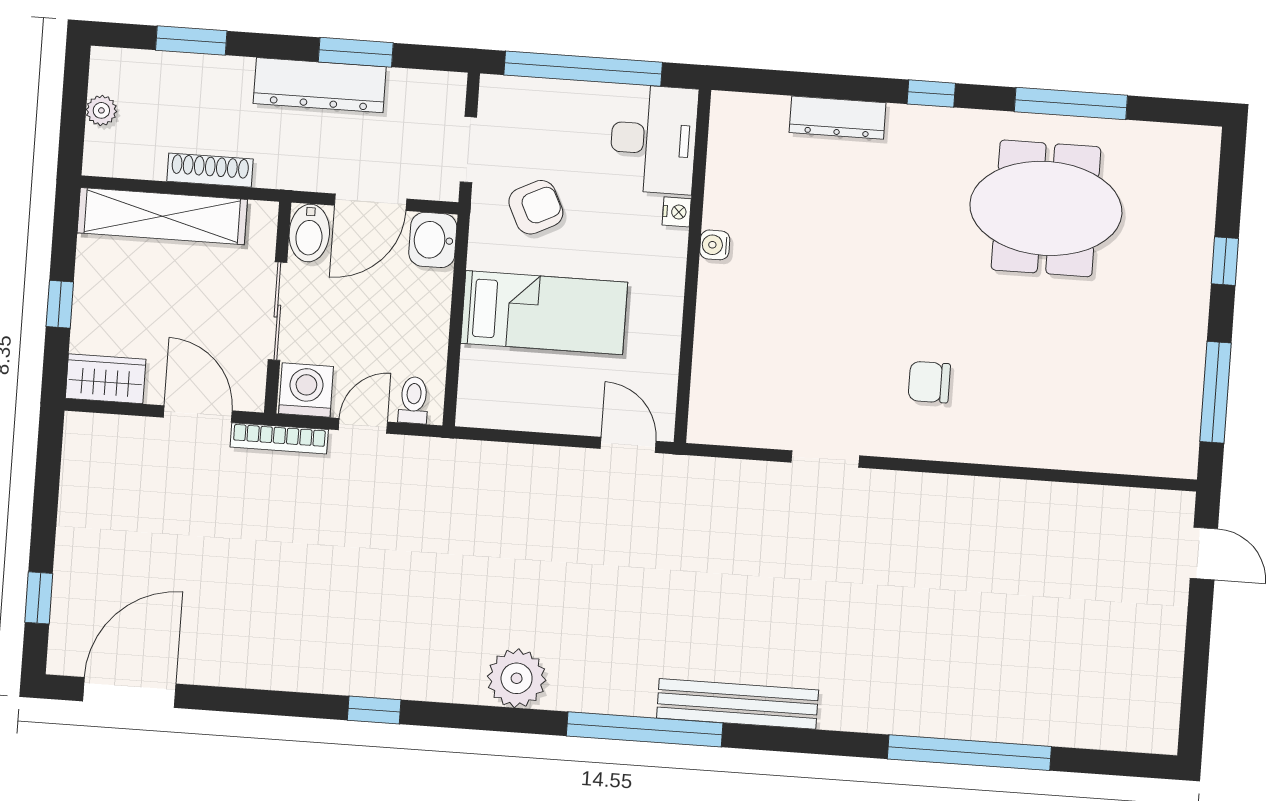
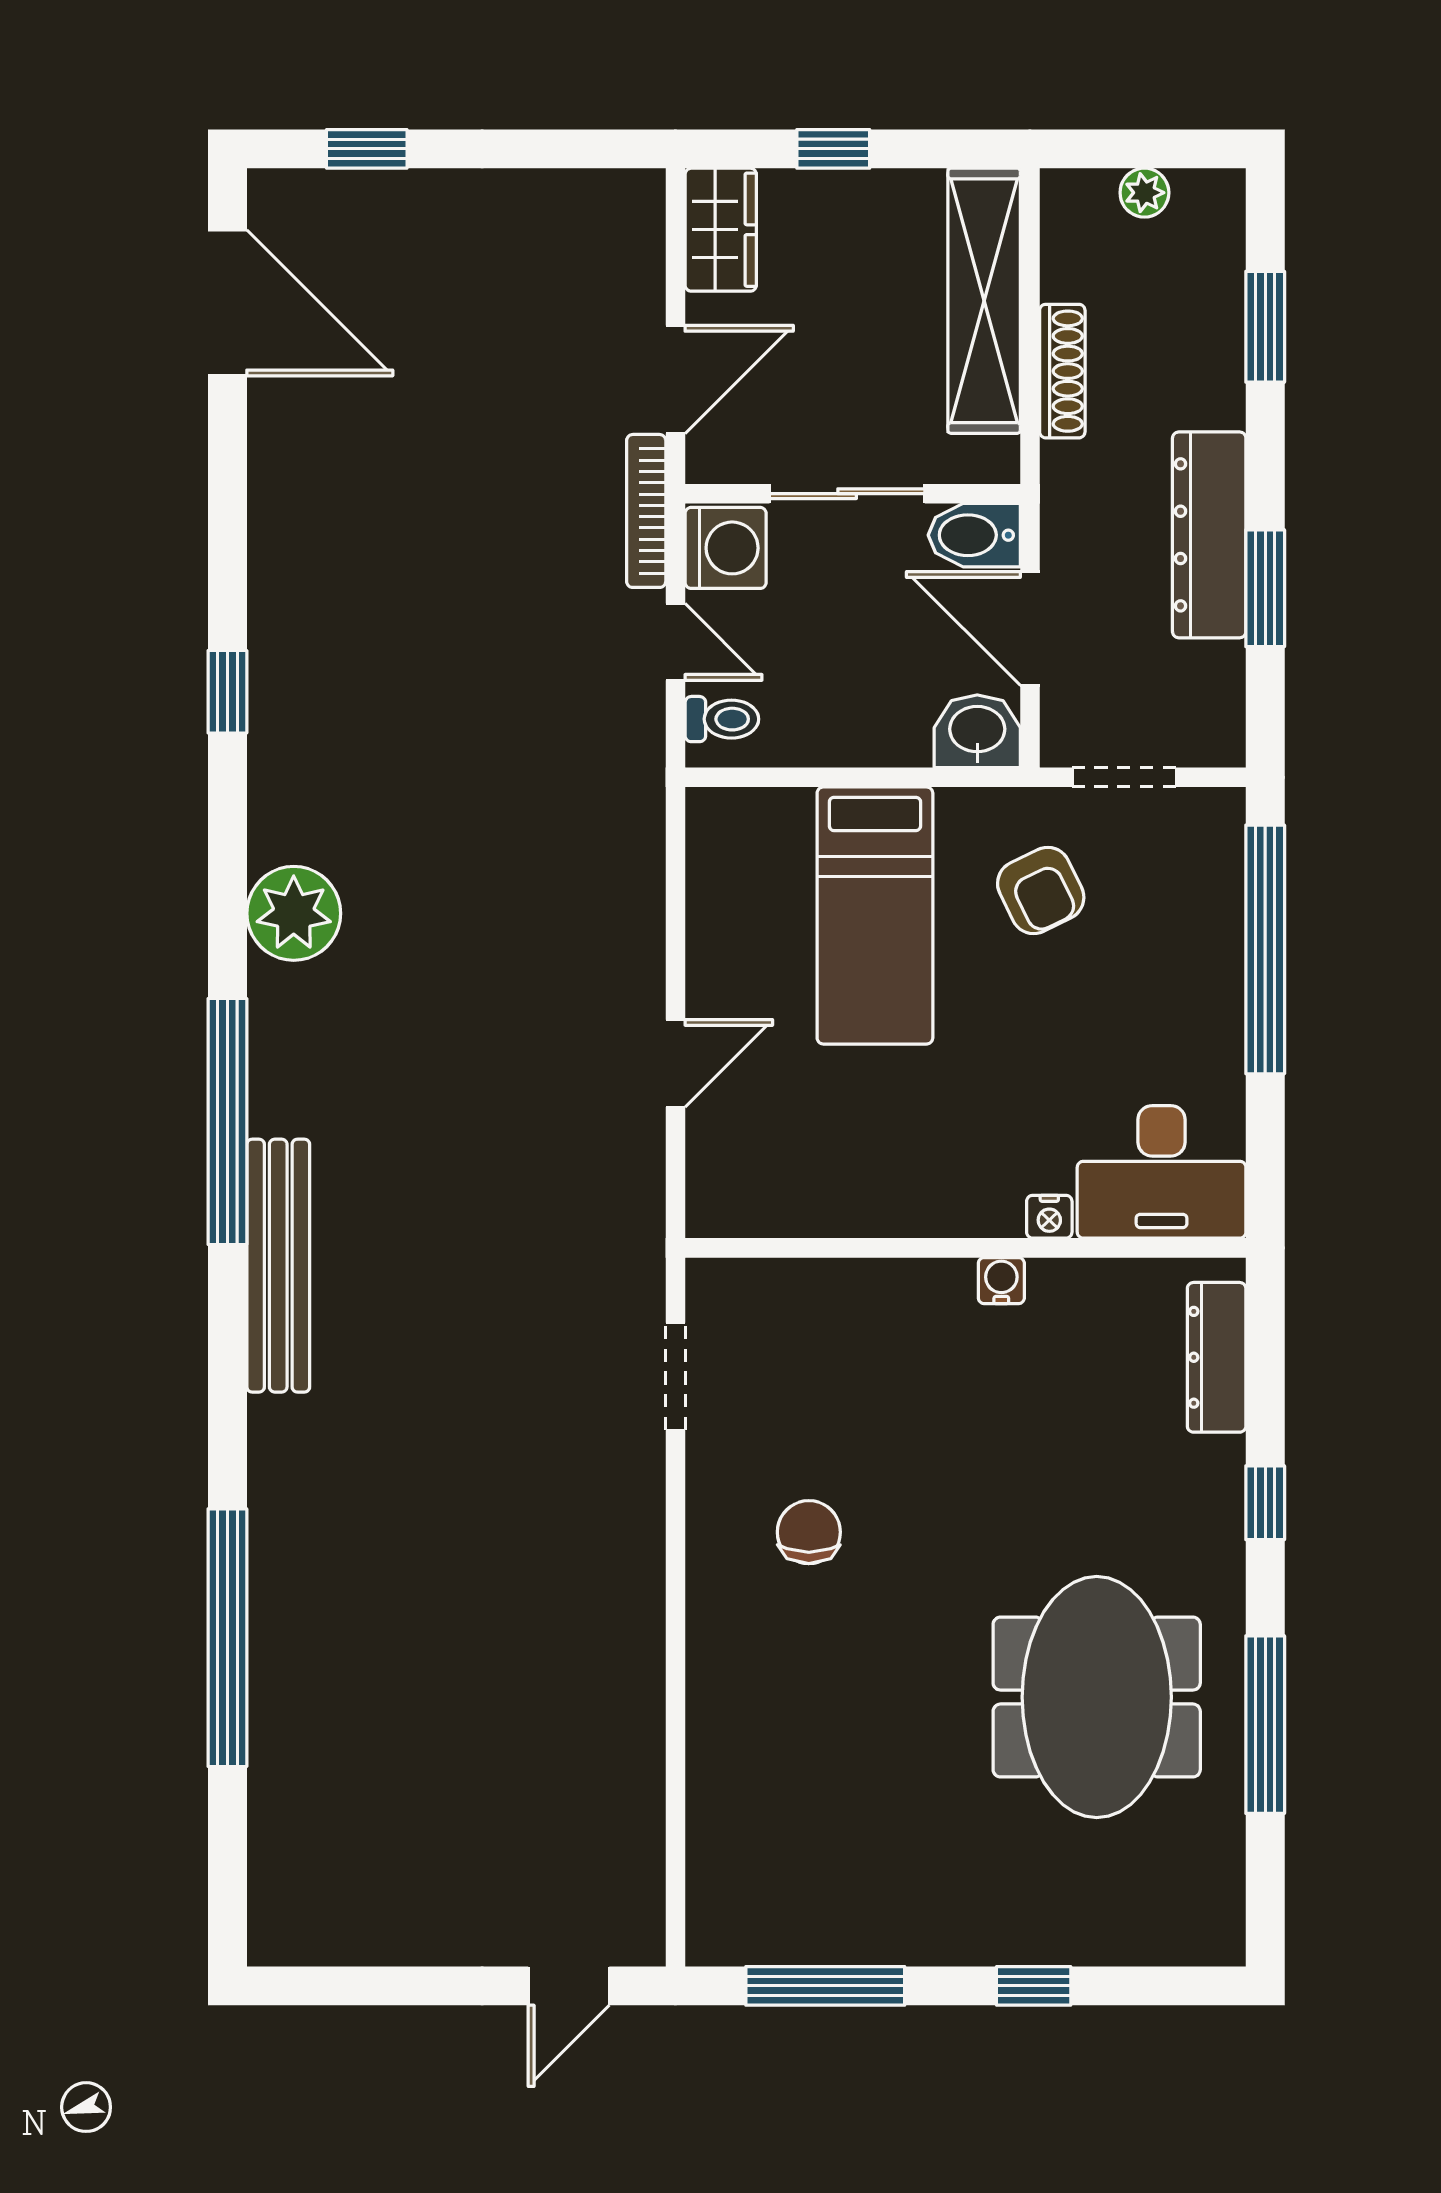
desk: (654, 139) -> (1162, 1172), moved
nightstand: (677, 212) -> (1049, 1217), moved
water cooler: (715, 245) -> (1001, 1281), moved
wall: (692, 266) -> (965, 1248), moved

